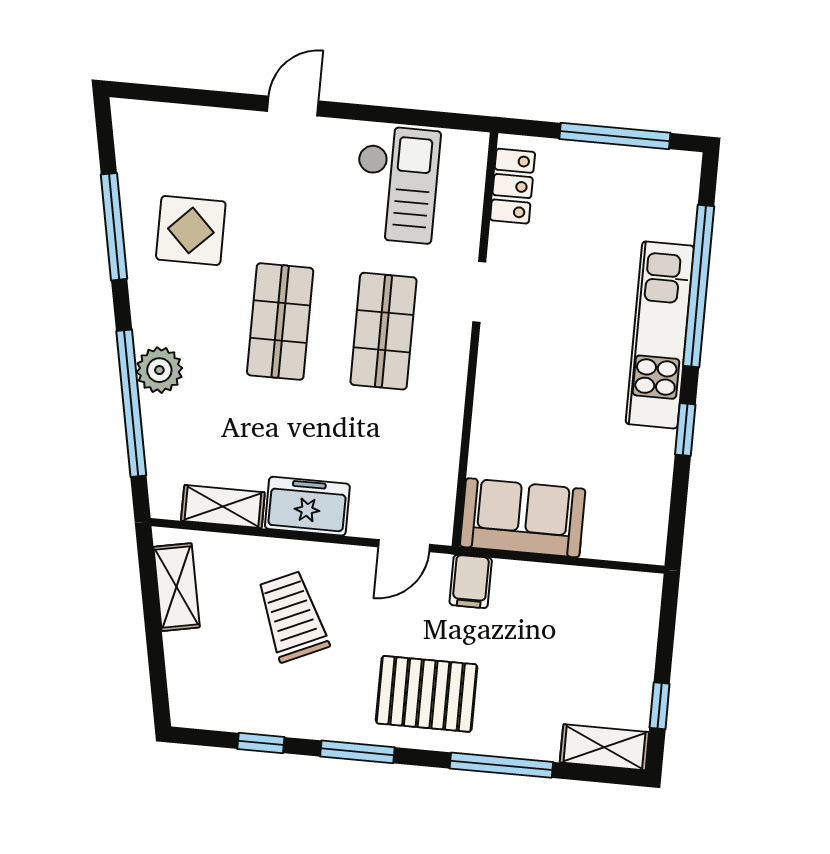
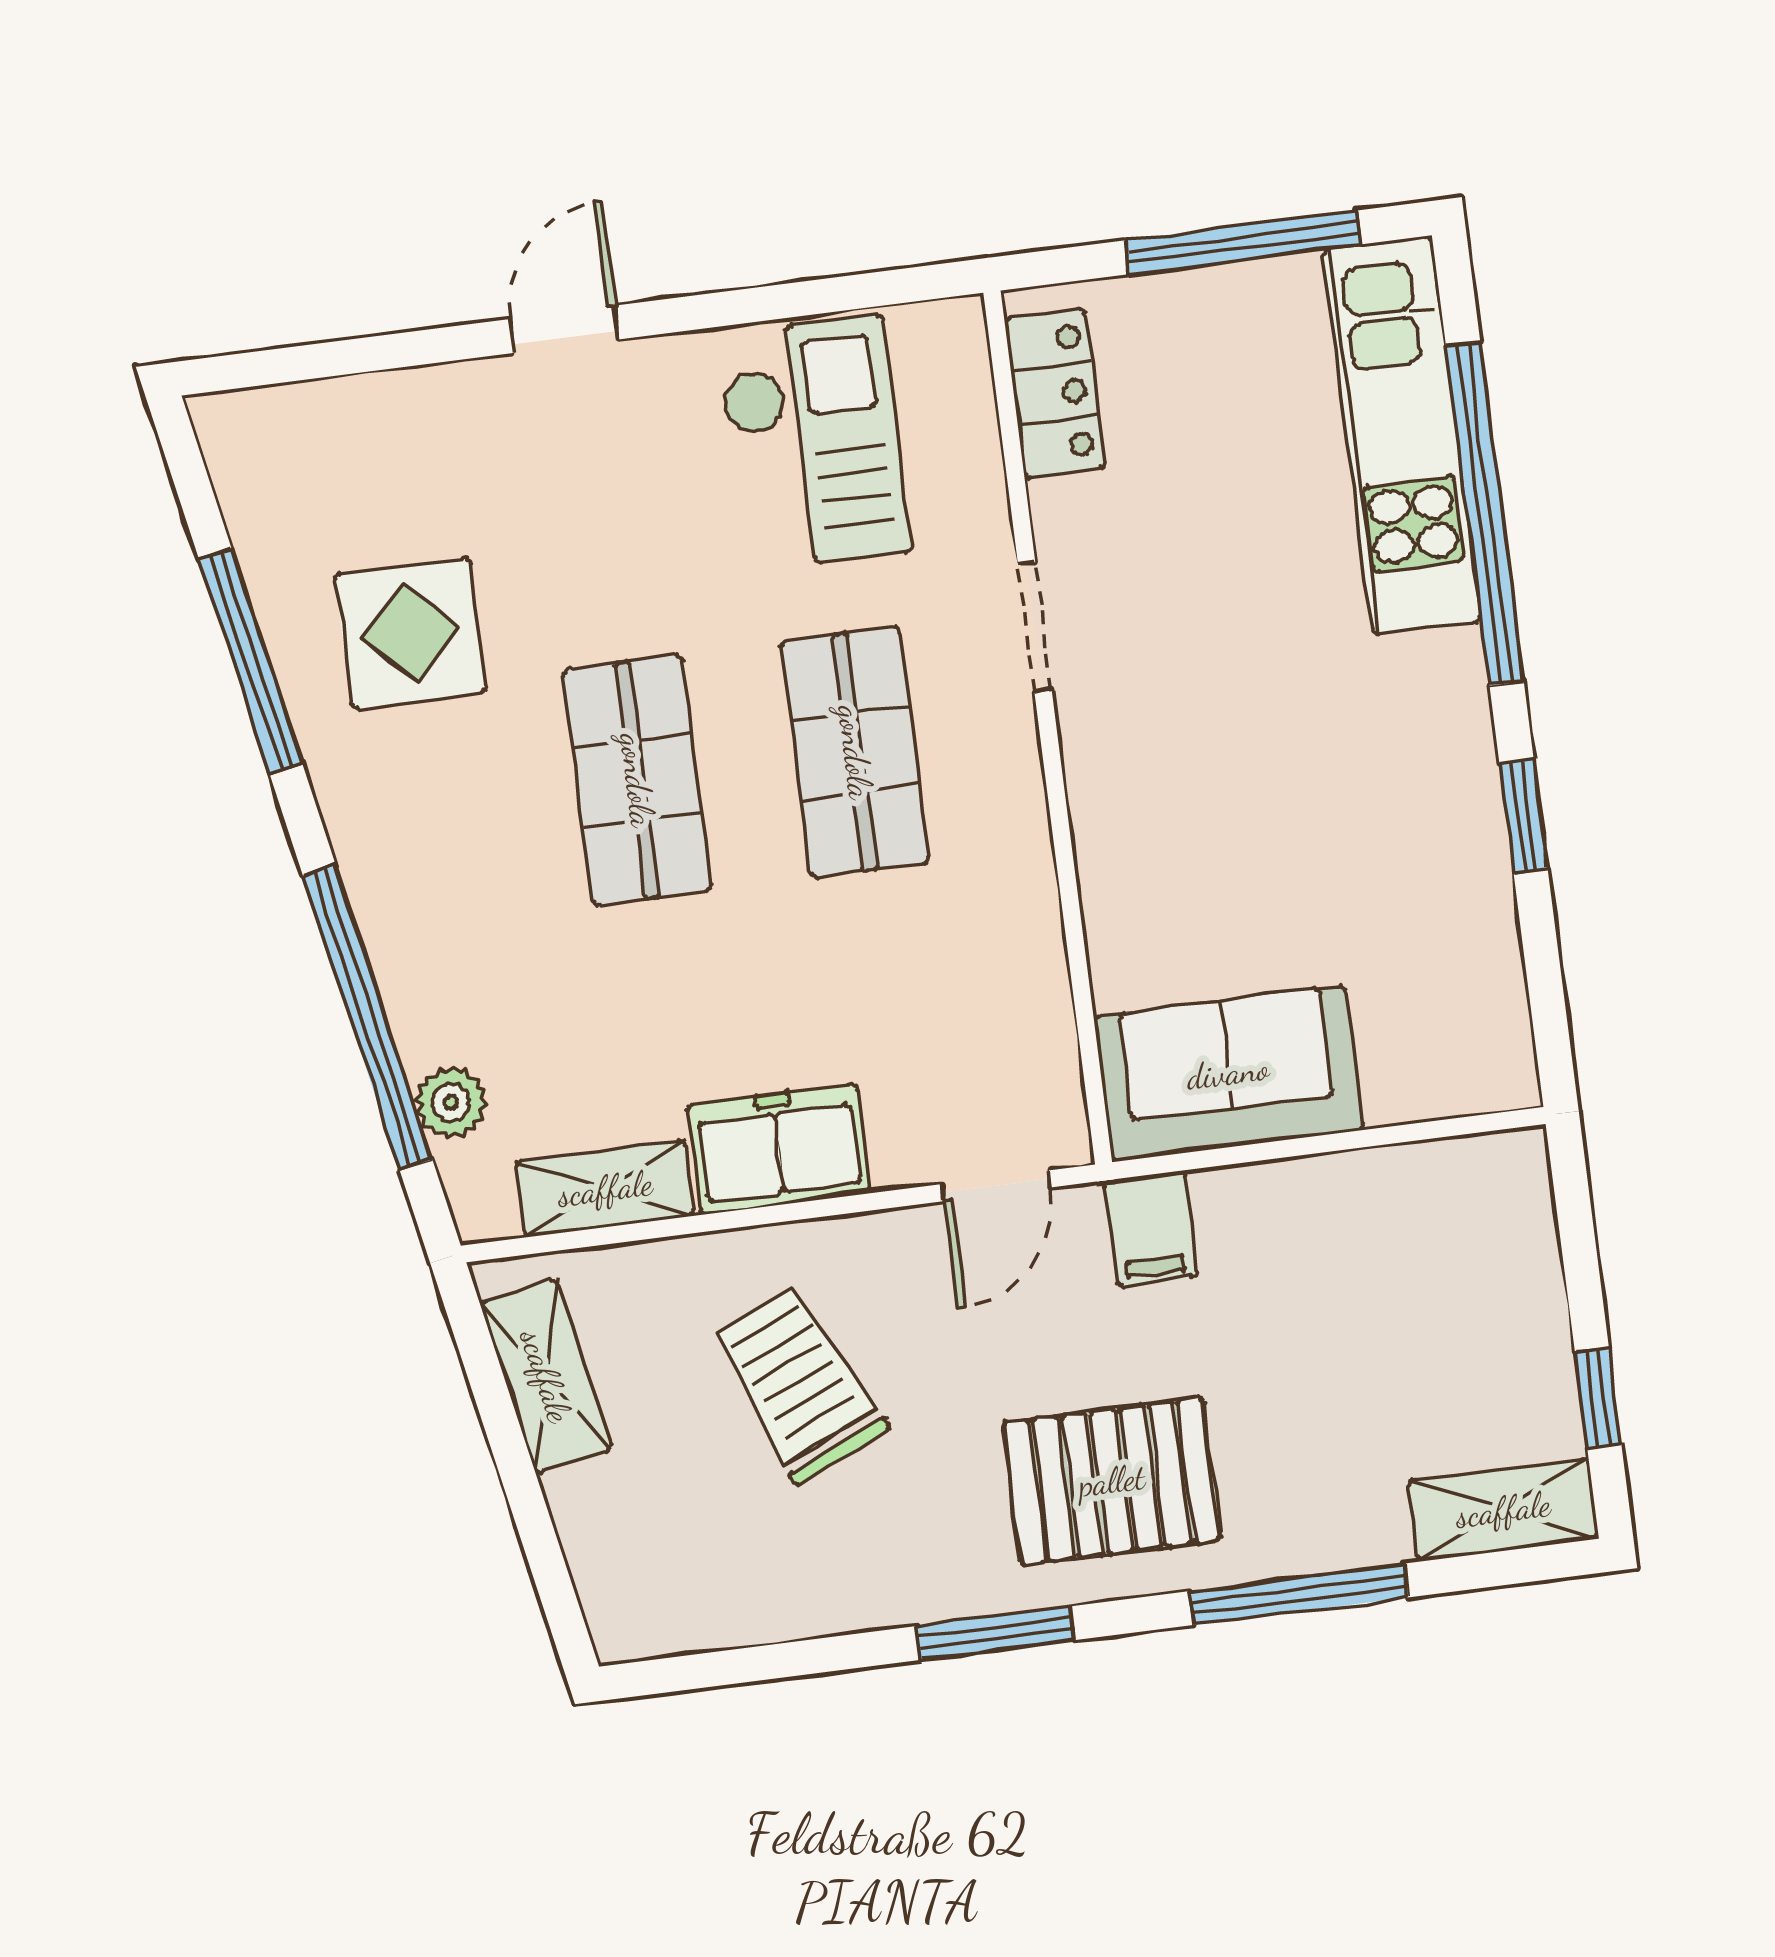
kitchen unit: (660, 335) -> (1402, 435), moved
plant: (159, 370) -> (451, 1102), moved, width x0.73, depth x0.73
window: (261, 743) -> (792, 1659), removed

